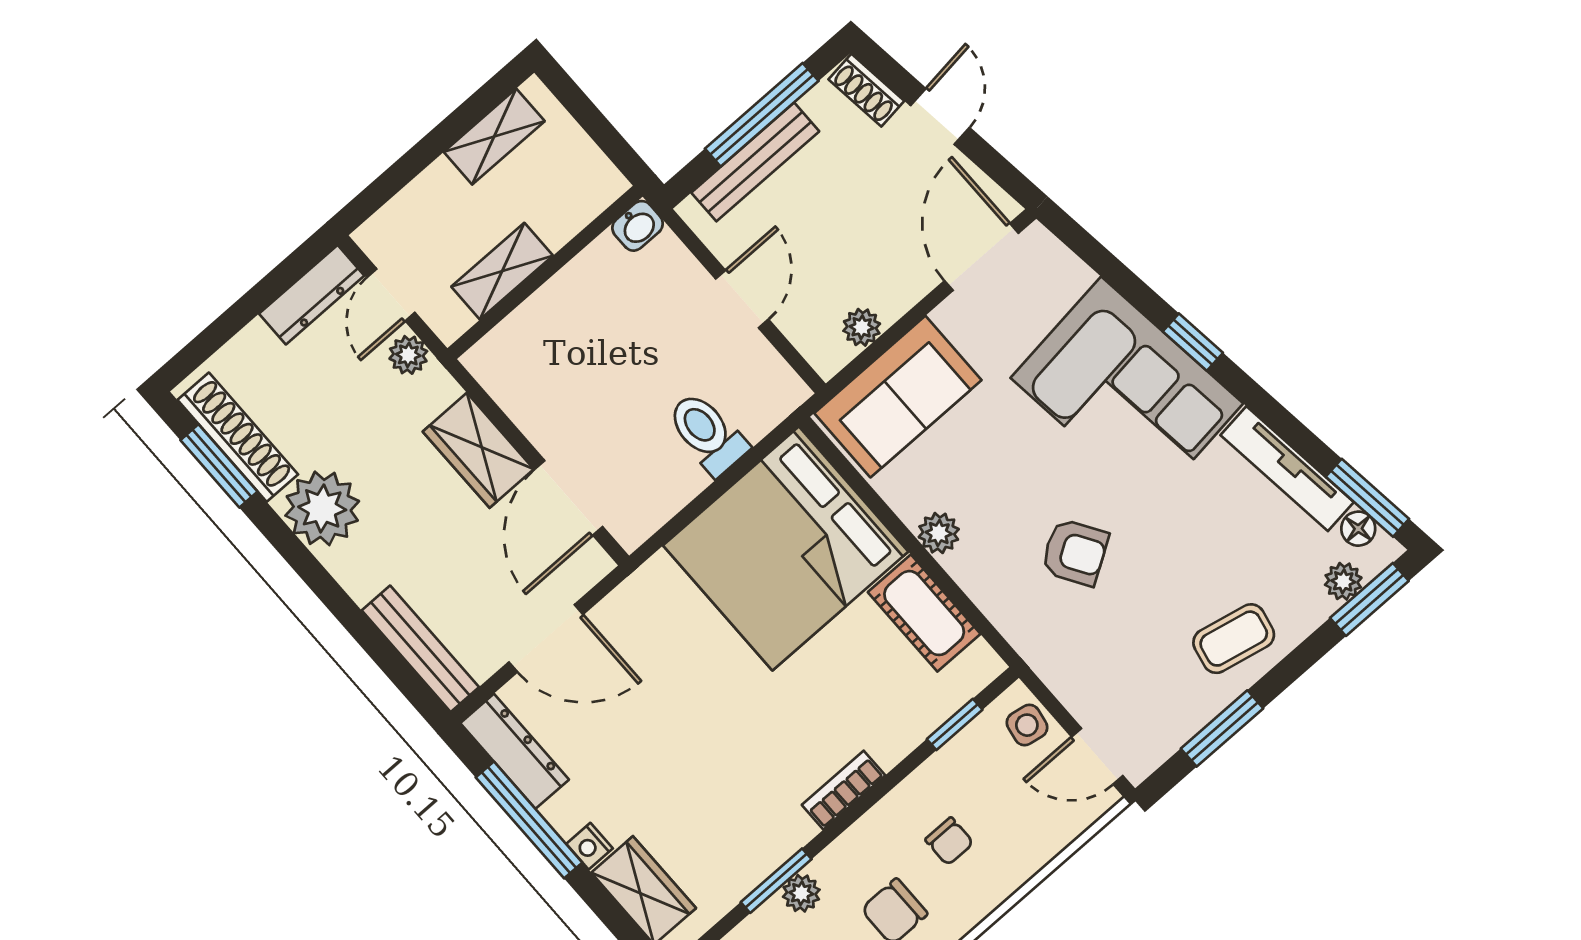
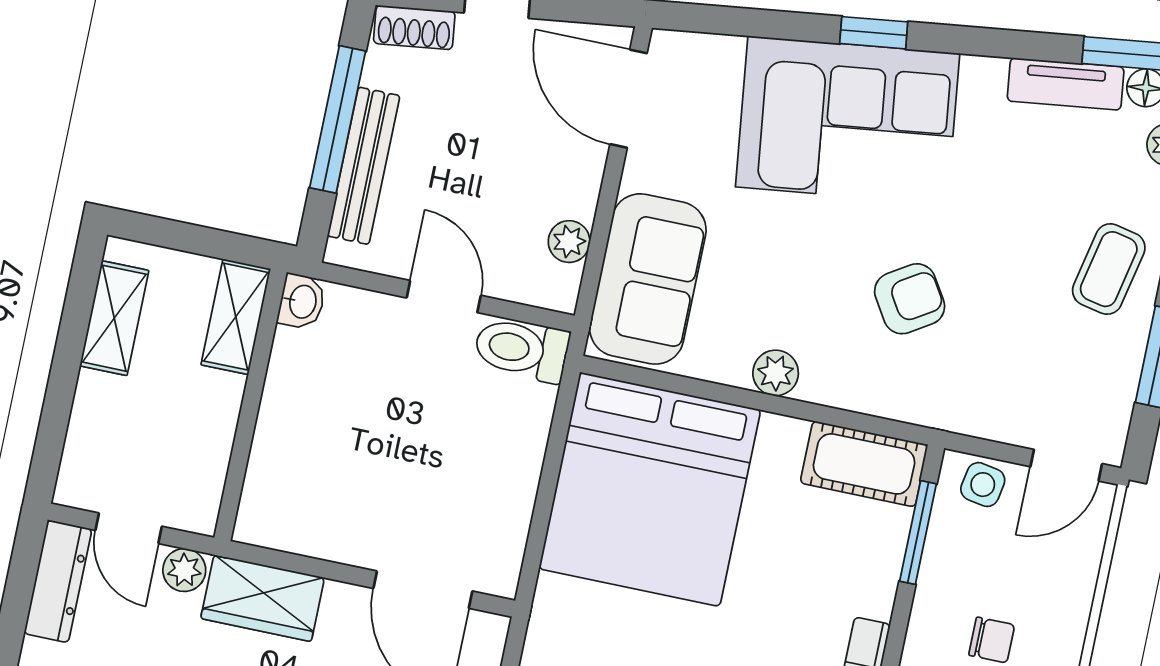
shelving: (502, 271) -> (236, 317), moved
toilet: (707, 433) -> (522, 349), moved
wardrobe: (478, 450) -> (263, 598), moved
tv unit: (1287, 469) -> (1066, 84), width x0.71
cot: (924, 613) -> (864, 464), moved
window: (955, 724) -> (918, 533), width x1.50

